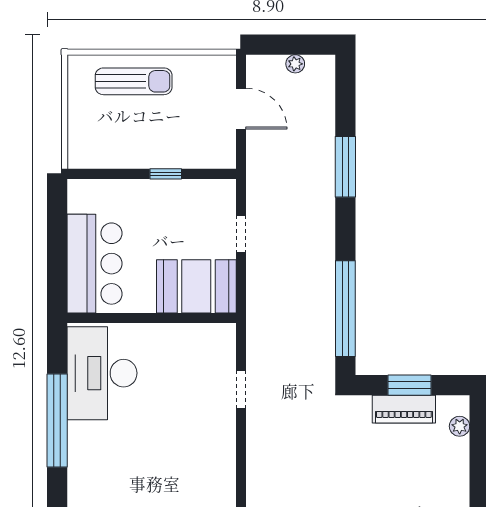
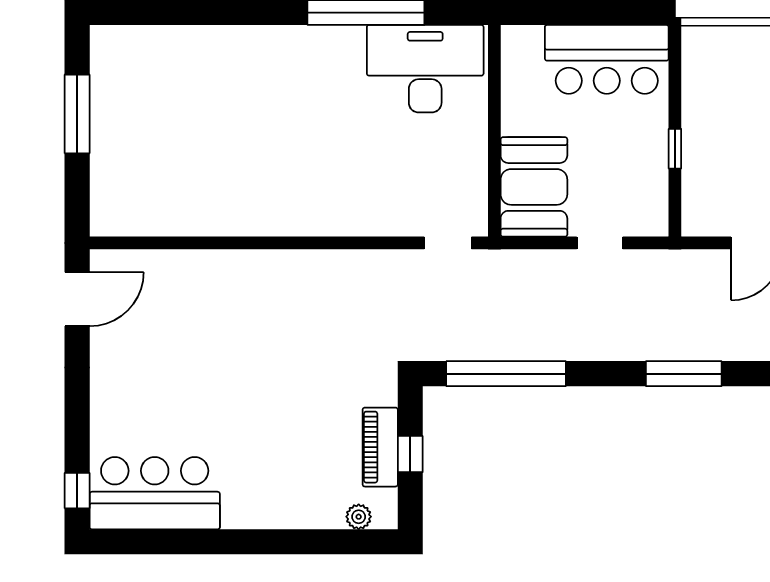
bar counter: (94, 264) -> (607, 59), moved
window: (410, 385) -> (410, 454), width x0.67
doorway: (241, 389) -> (448, 243), moved

